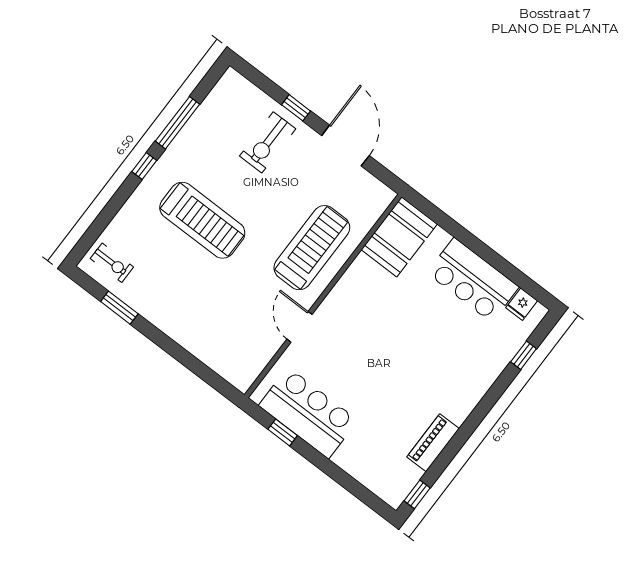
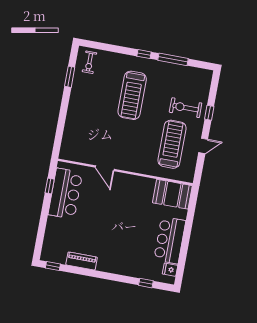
door: (345, 146) -> (203, 146), width x0.53
treadmill: (312, 248) -> (172, 144), moved, turned -90
door: (300, 327) -> (105, 168), swing flipped

